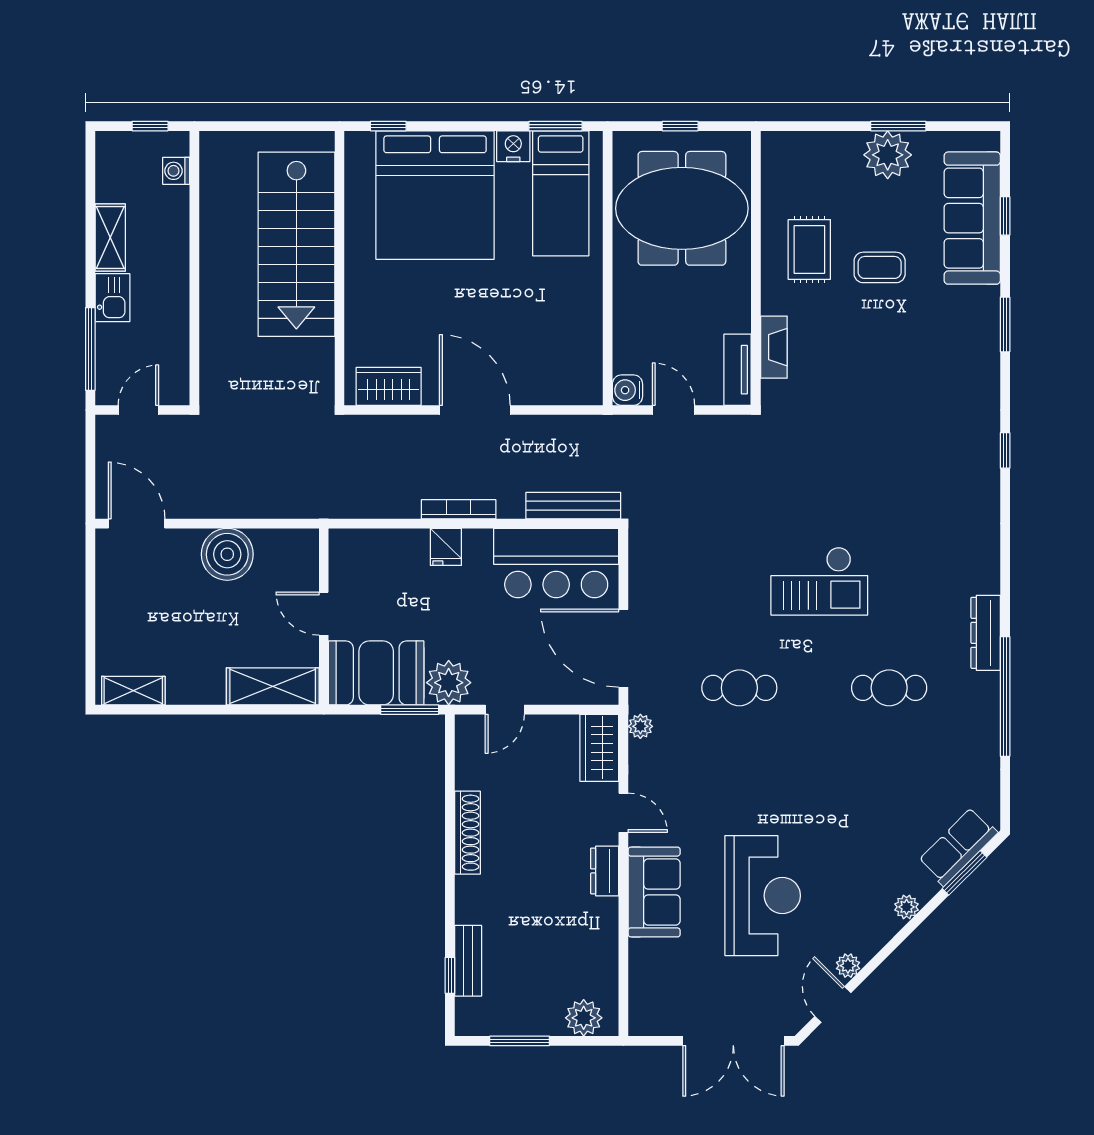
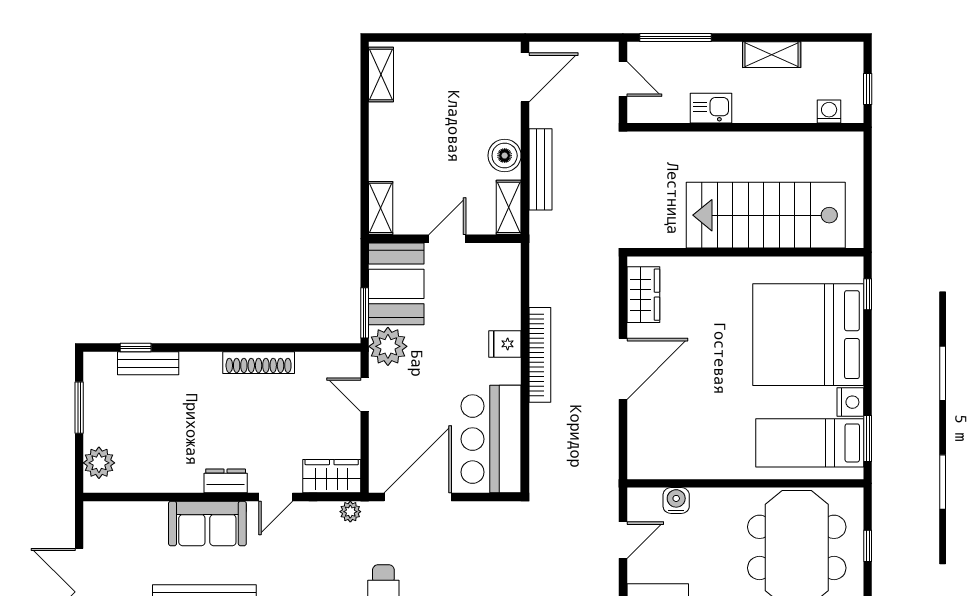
kitchen sink: (112, 298) -> (711, 108), moved, turned 180
water cooler: (627, 390) -> (676, 501), moved
bench: (573, 506) -> (541, 169), moved
bookcase: (459, 509) -> (540, 355), width x1.48, depth x1.31
shelving: (287, 542) -> (509, 207), added
boiler: (227, 554) -> (505, 156), width x0.73, depth x0.73
shelving: (273, 686) -> (381, 208), width x0.67, depth x0.75

